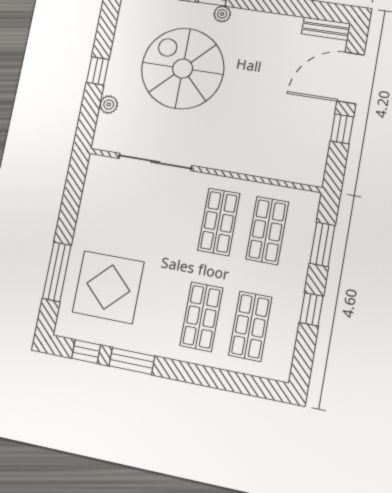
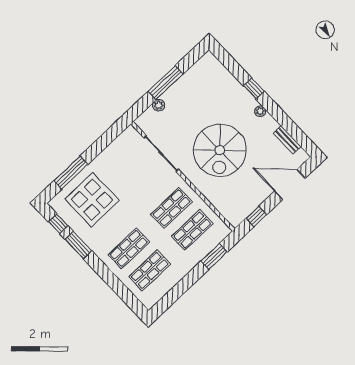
plant: (222, 14) -> (260, 111), moved
bench: (326, 29) -> (287, 140), moved
spiral stairs: (183, 69) -> (220, 150), moved, turned 180
window: (98, 71) -> (166, 83), width x2.17
window: (342, 129) -> (256, 216), moved
window: (311, 309) -> (185, 284), removed

